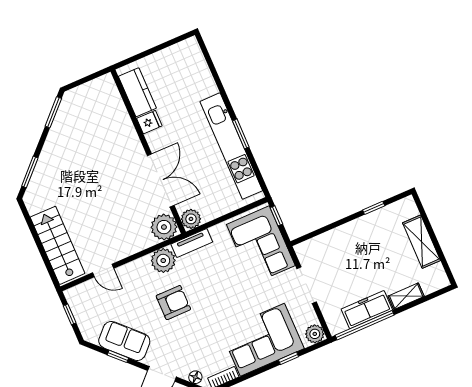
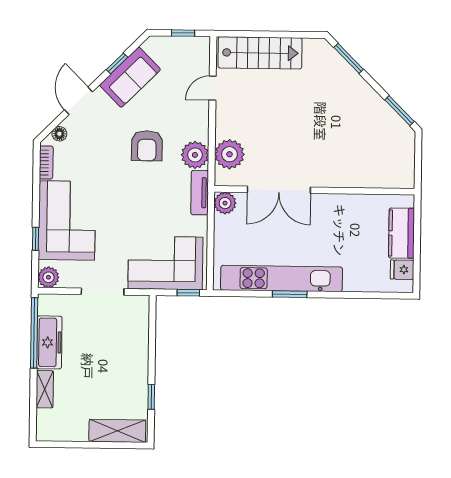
kitchen counter: (137, 92) -> (402, 233), moved, turned 90
fridge: (149, 122) -> (402, 270), moved, turned 90
plant: (164, 227) -> (229, 154), moved
shelving: (421, 242) -> (117, 431), moved

